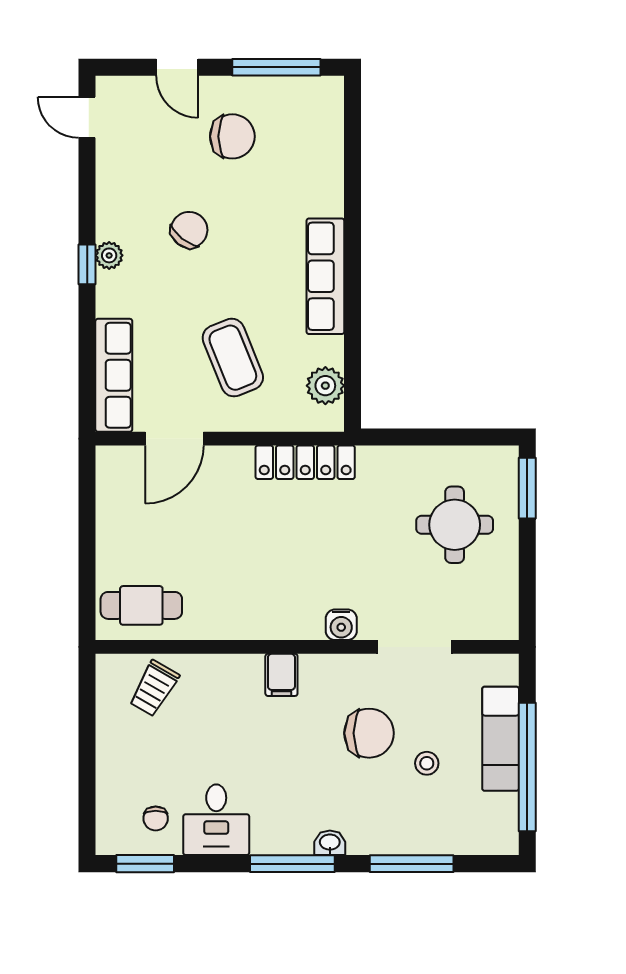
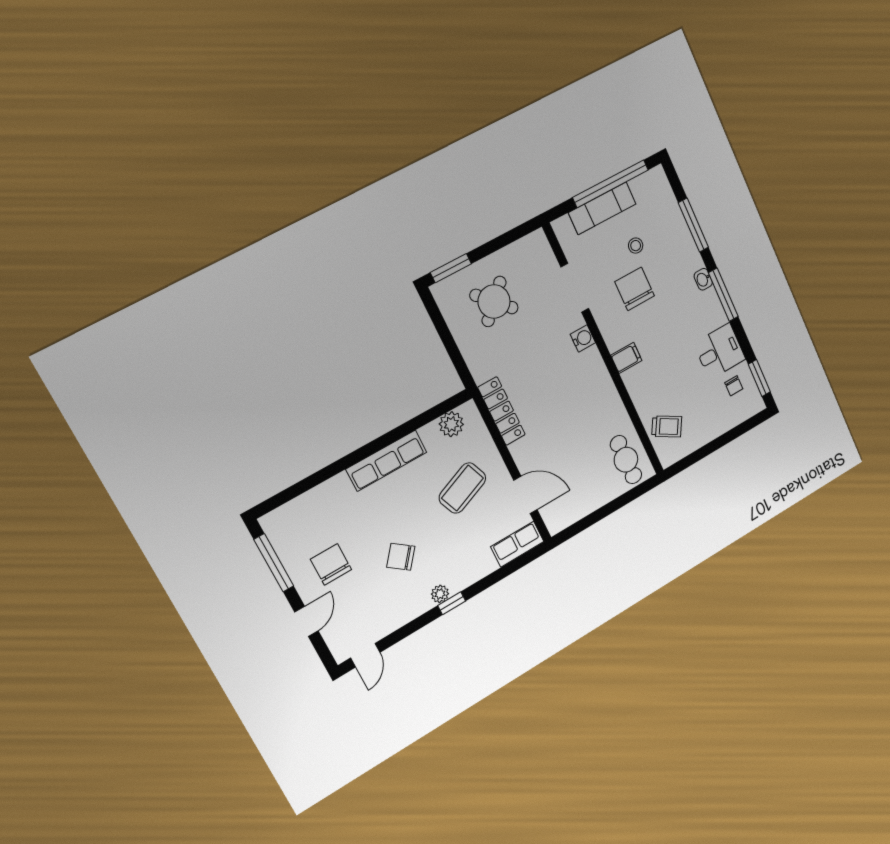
row of seats: (114, 375) -> (517, 544), width x0.68
round table: (455, 525) -> (494, 301), turned 45
chair: (156, 818) -> (734, 386), turned 90

